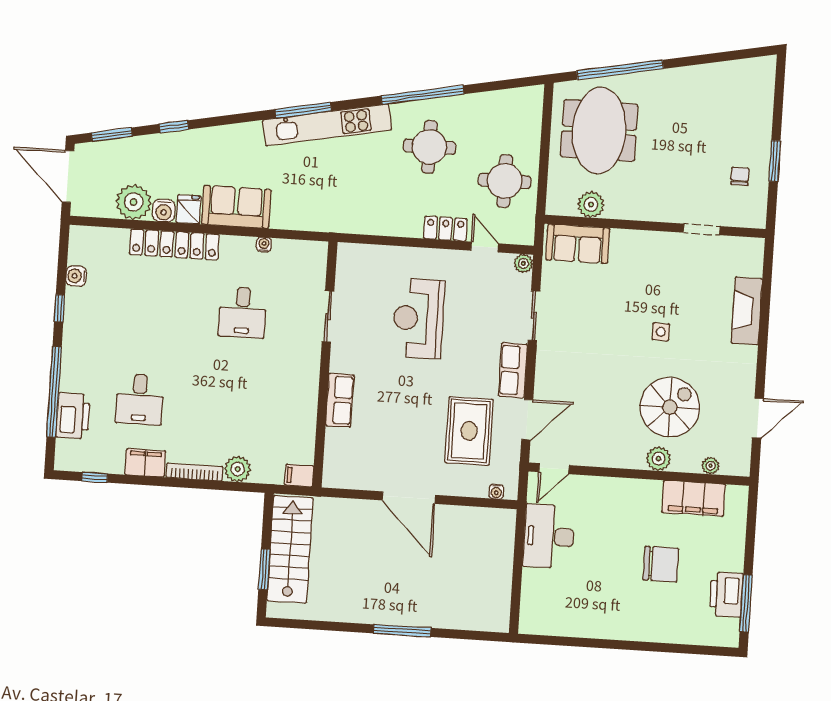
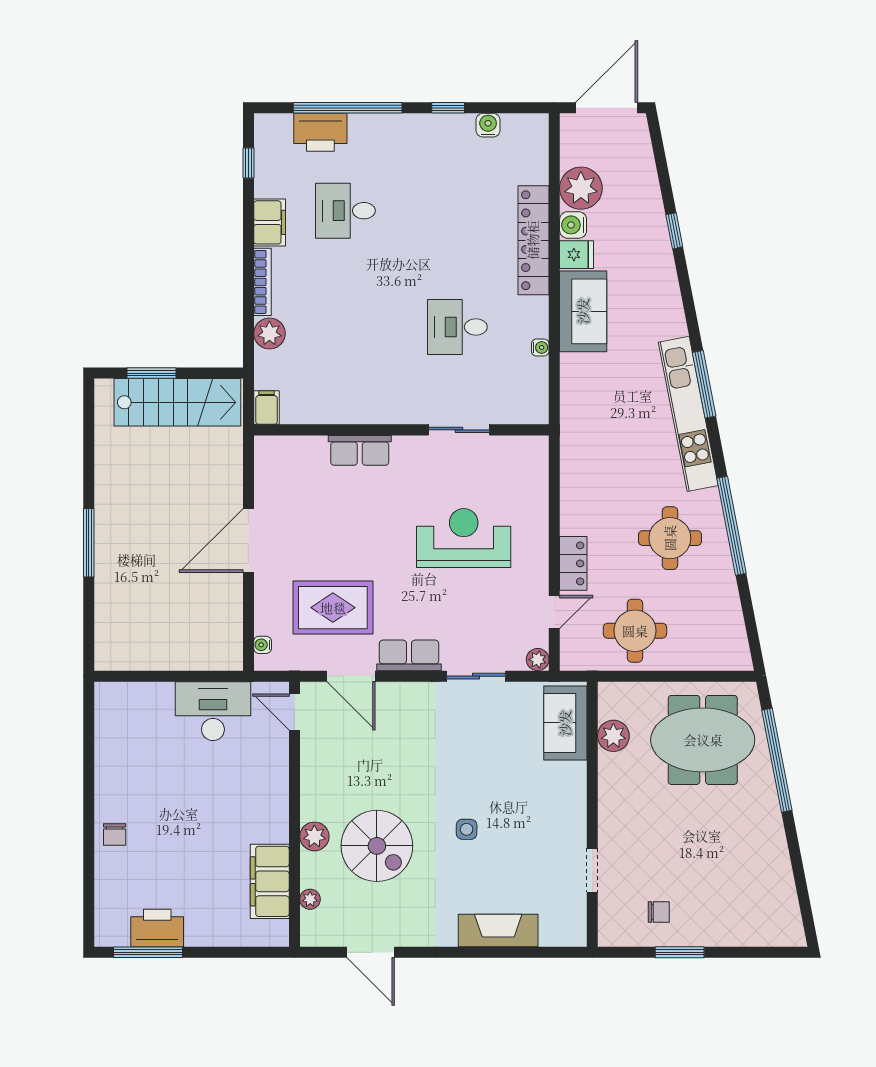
window: (112, 135) -> (660, 157), removed
chair: (661, 564) -> (115, 835), moved, width x0.54, depth x0.54

